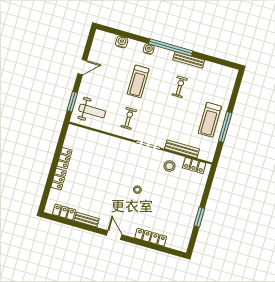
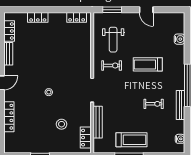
water cooler: (149, 49) -> (180, 139), moved
weight bench: (92, 111) -> (113, 40), moved
treadmill: (210, 120) -> (132, 140), turned 180
locker: (64, 158) -> (77, 17), moved
stool: (169, 166) -> (62, 124), moved

